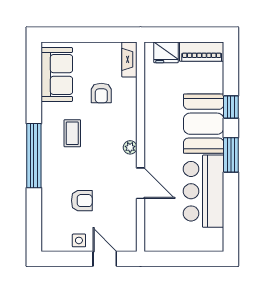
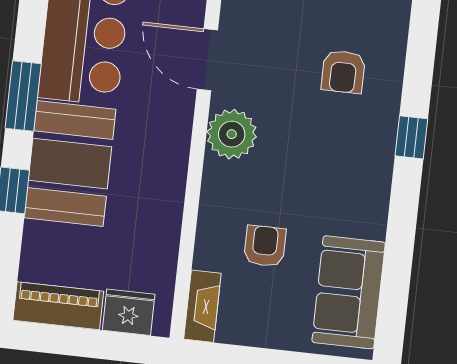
coffee table: (72, 133) -> (331, 173), removed
plant: (130, 147) -> (232, 134), width x1.88, depth x1.88
window: (34, 156) -> (411, 137), width x0.32
armchair: (82, 201) -> (343, 72), moved, turned -90

